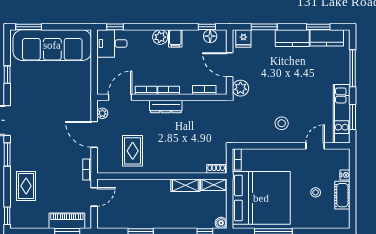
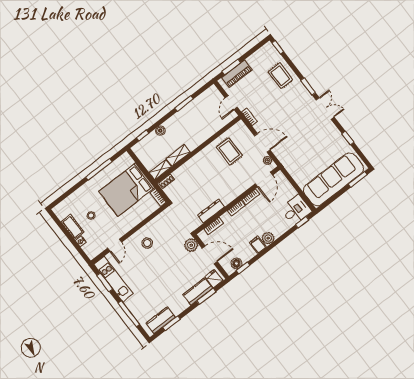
kitchen counter: (292, 38) -> (198, 291), moved
dresser: (166, 106) -> (211, 211), moved
bed: (261, 198) -> (127, 190), width x0.73
boiler: (221, 223) -> (160, 131), moved

